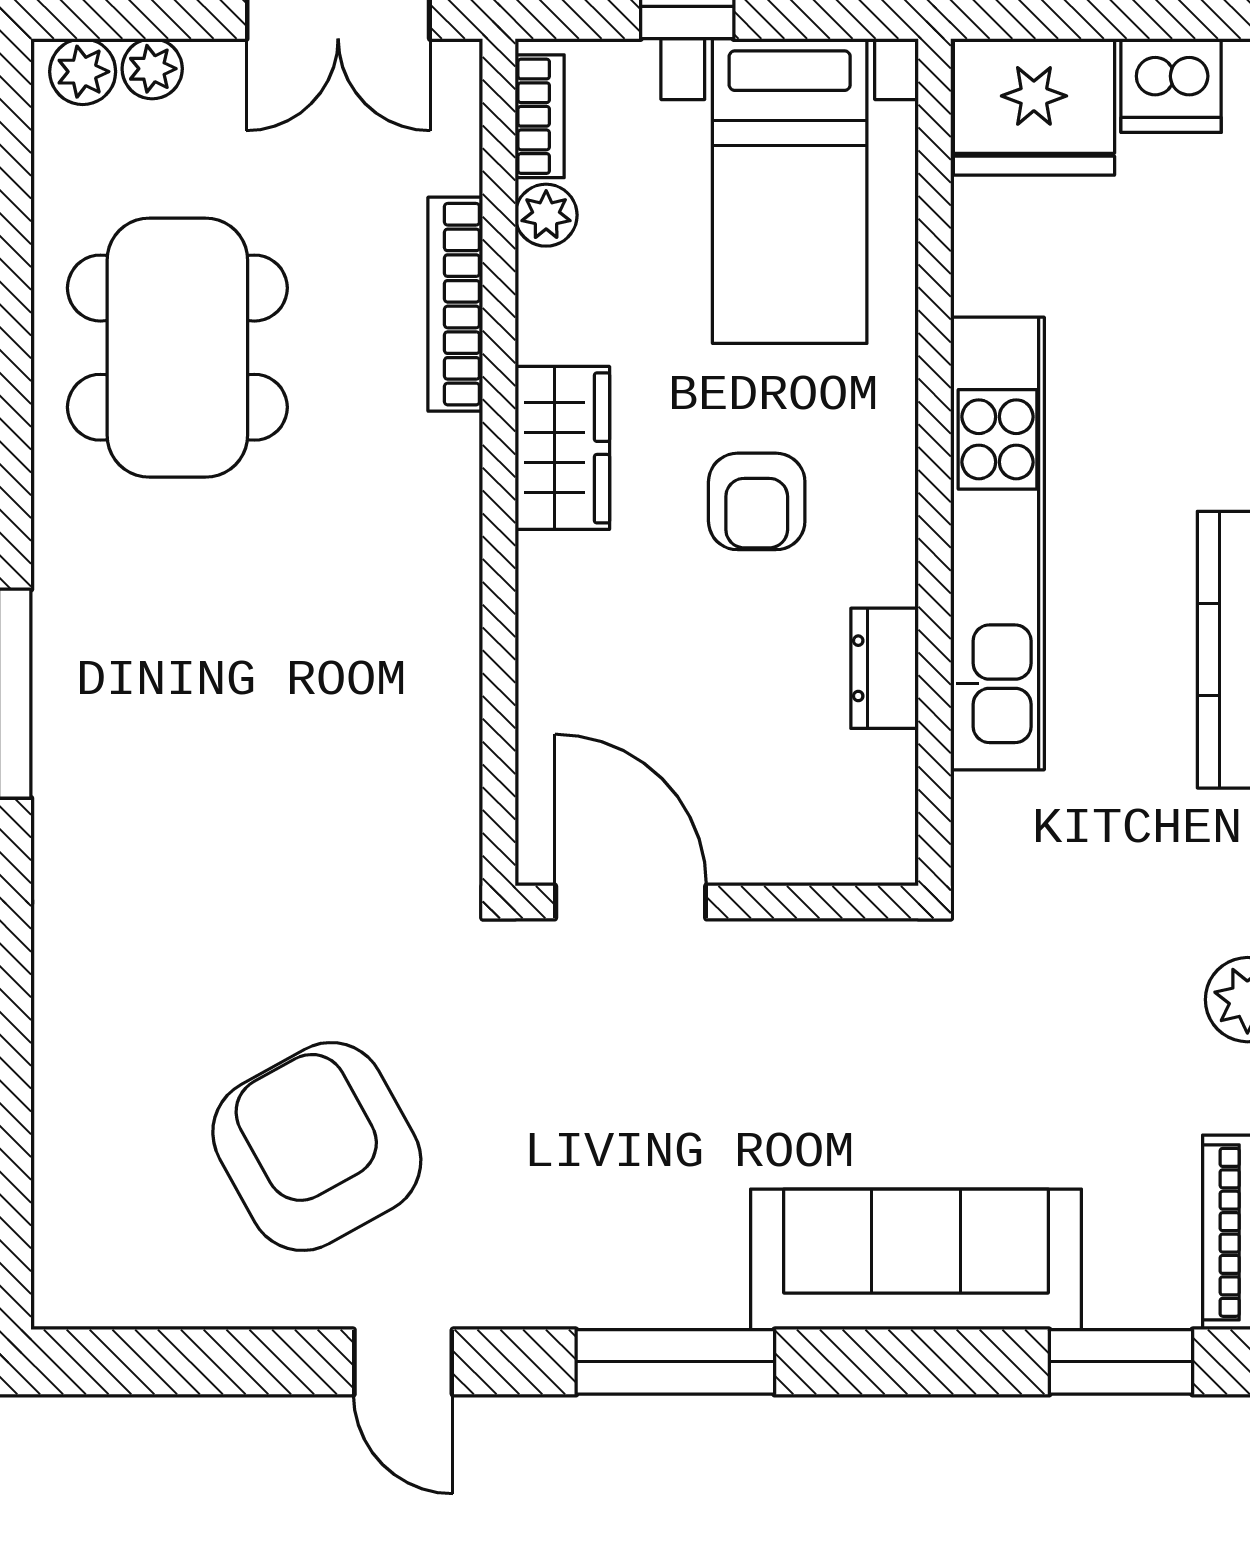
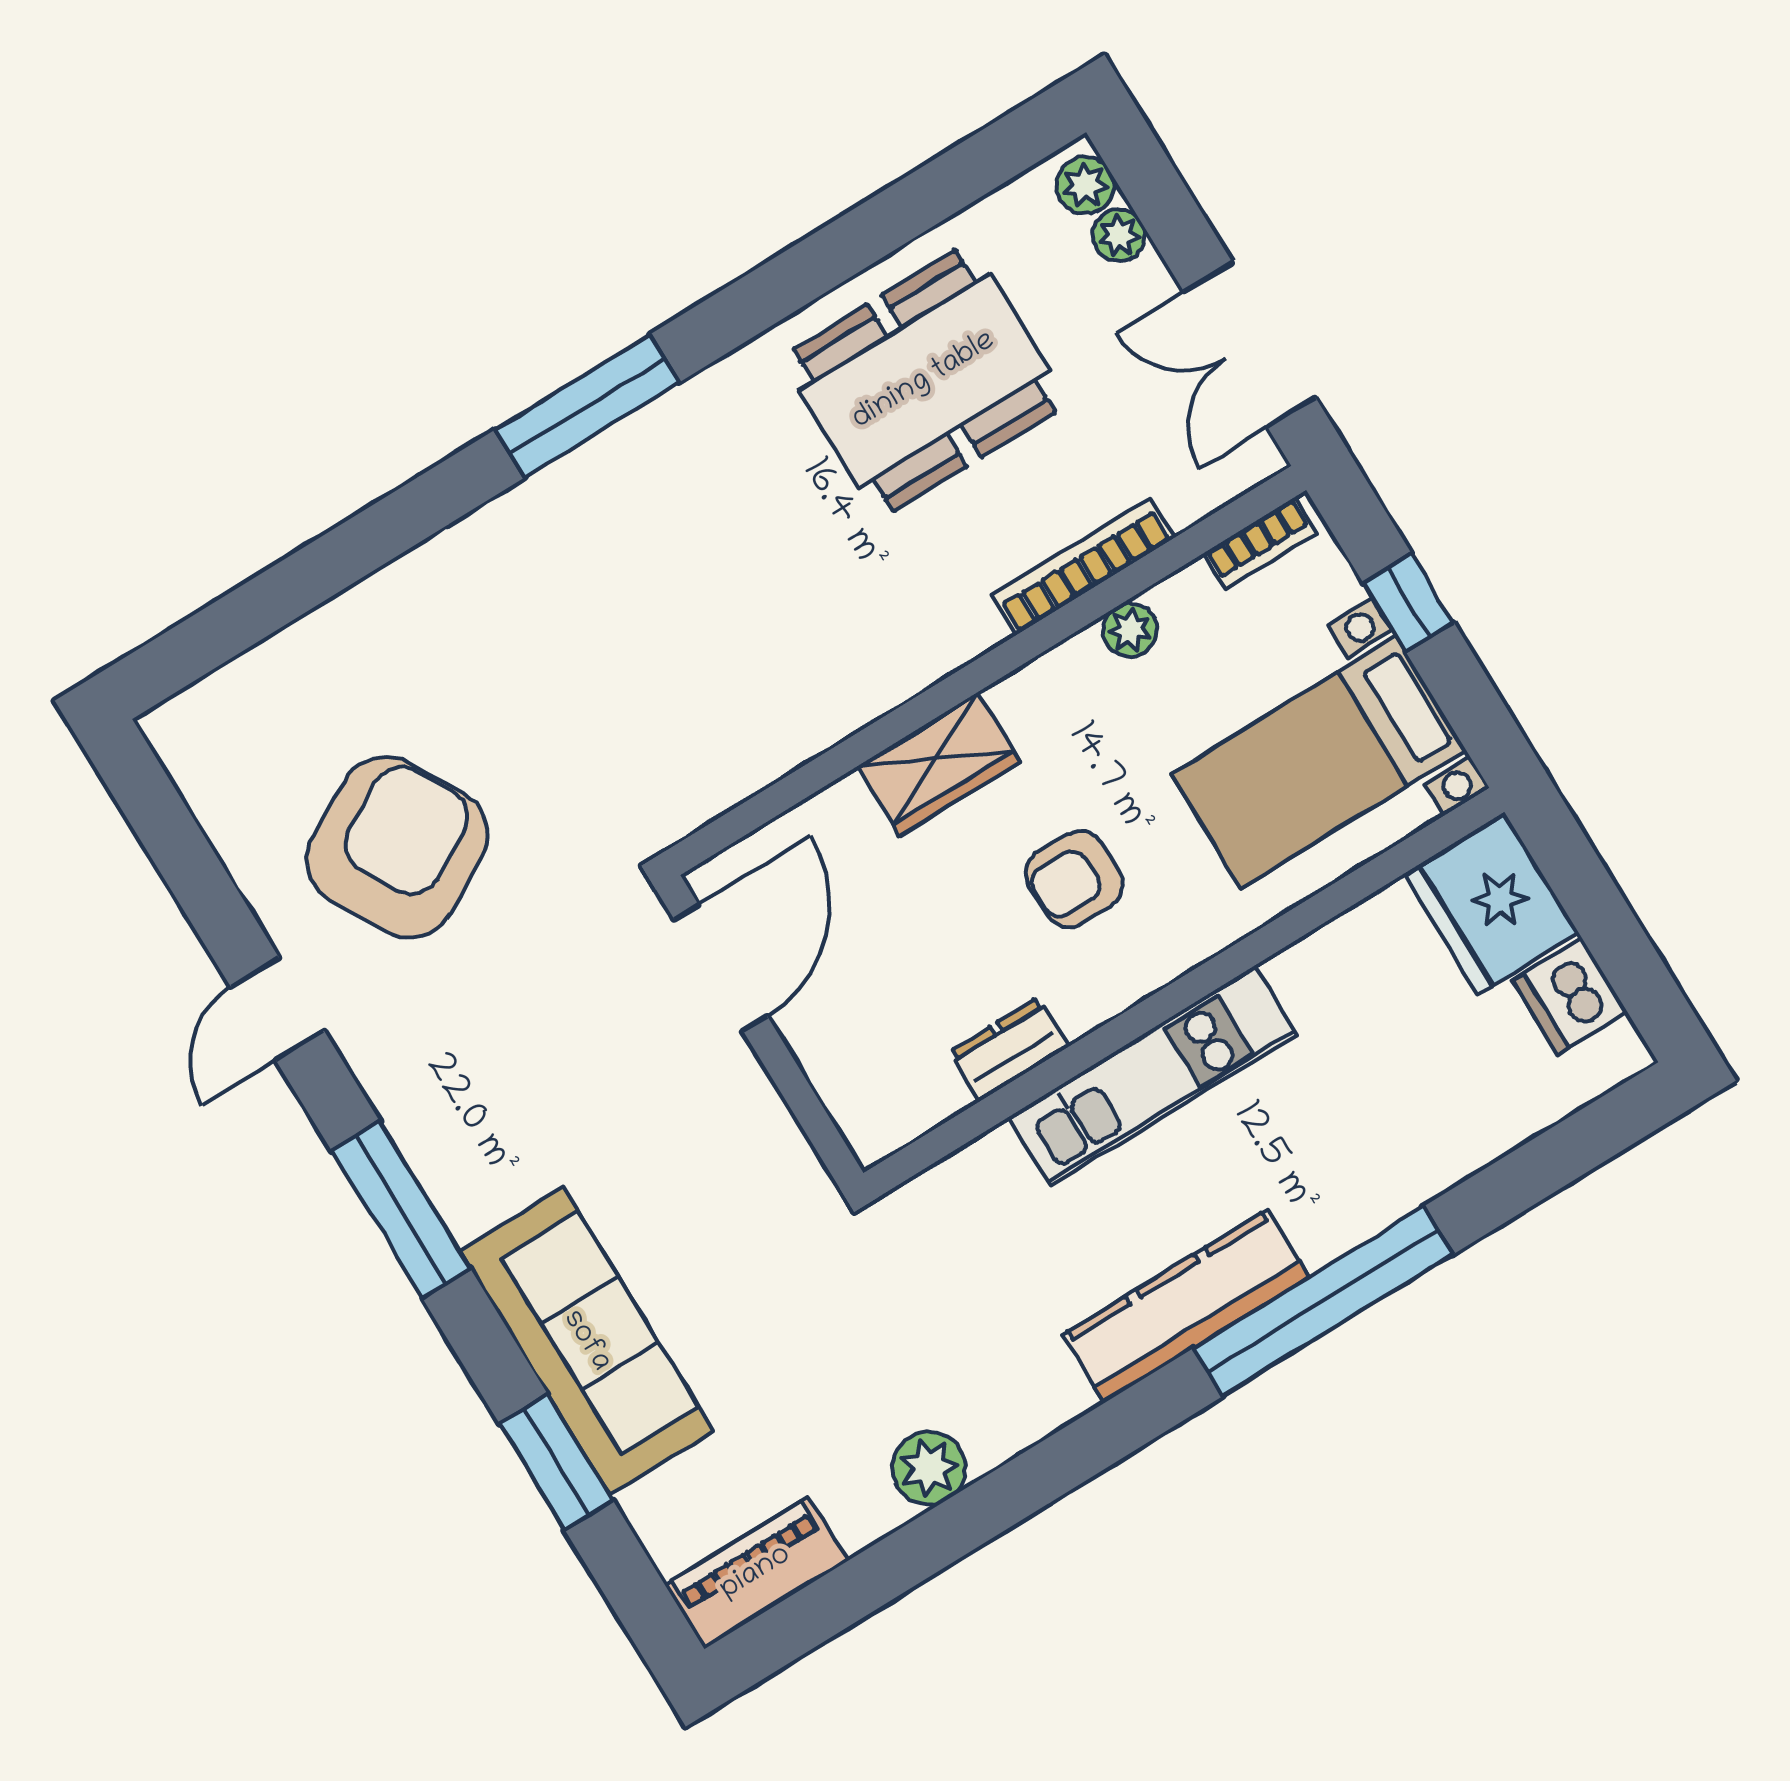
plant: (546, 215) -> (1130, 630), moved
wardrobe: (562, 448) -> (939, 764), moved
kitchen unit: (998, 543) -> (1153, 1076), width x0.73
window: (1121, 1362) -> (556, 1462), moved

